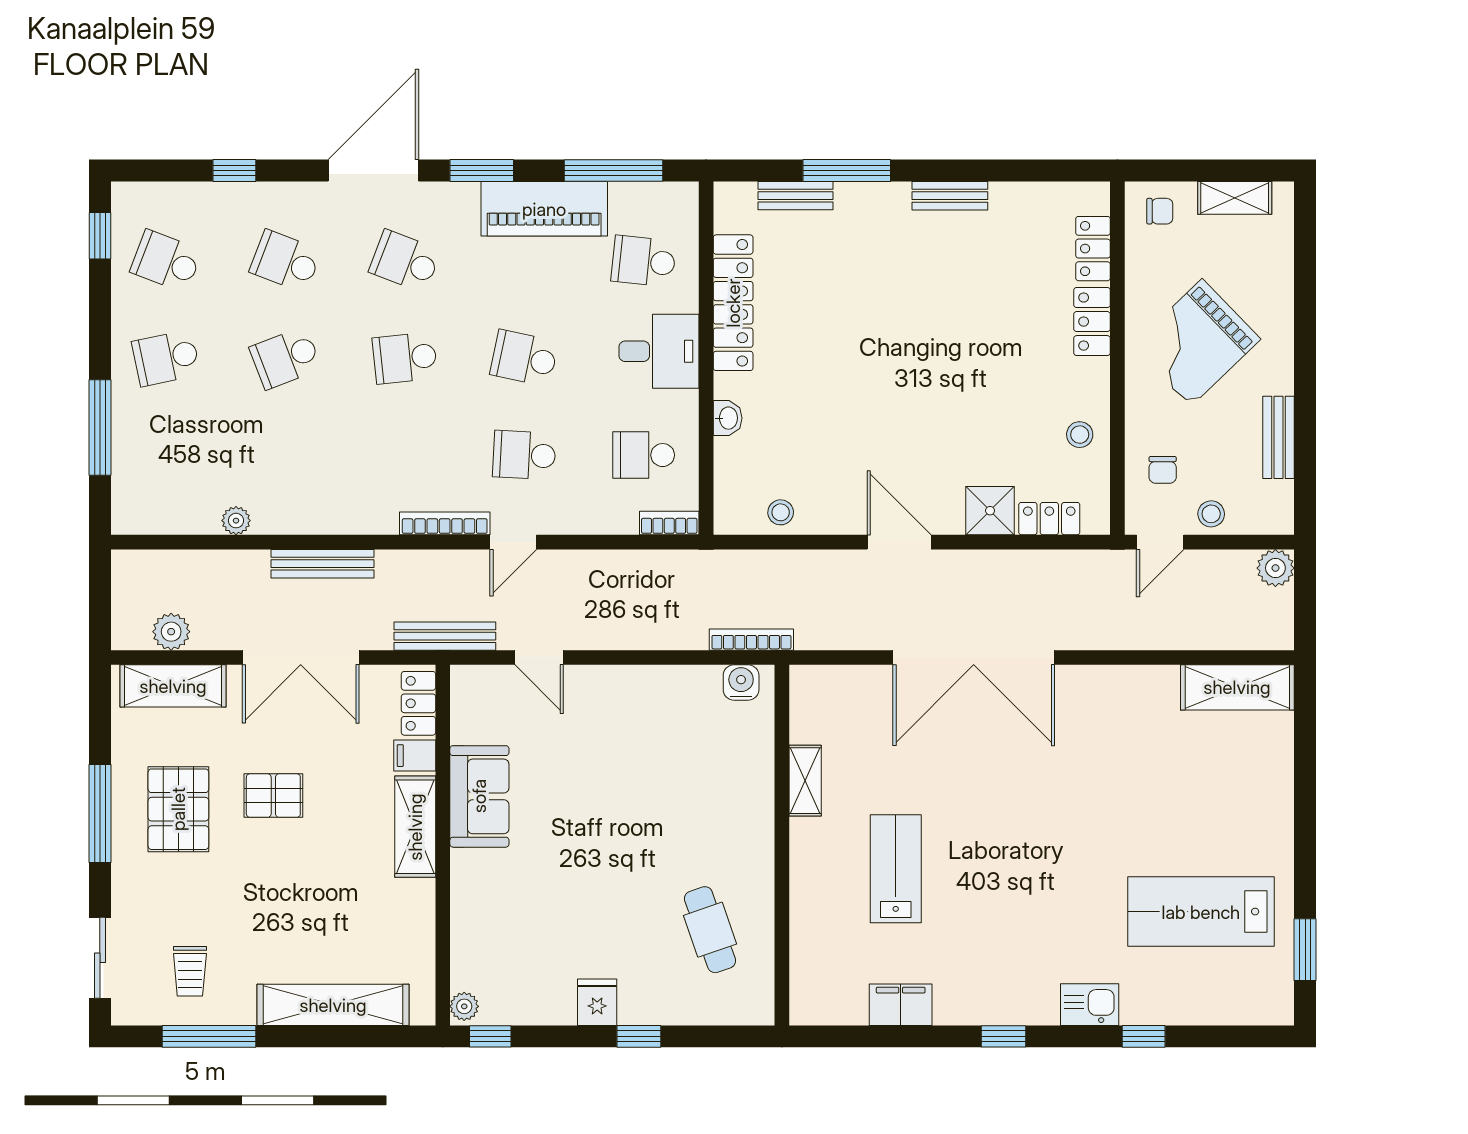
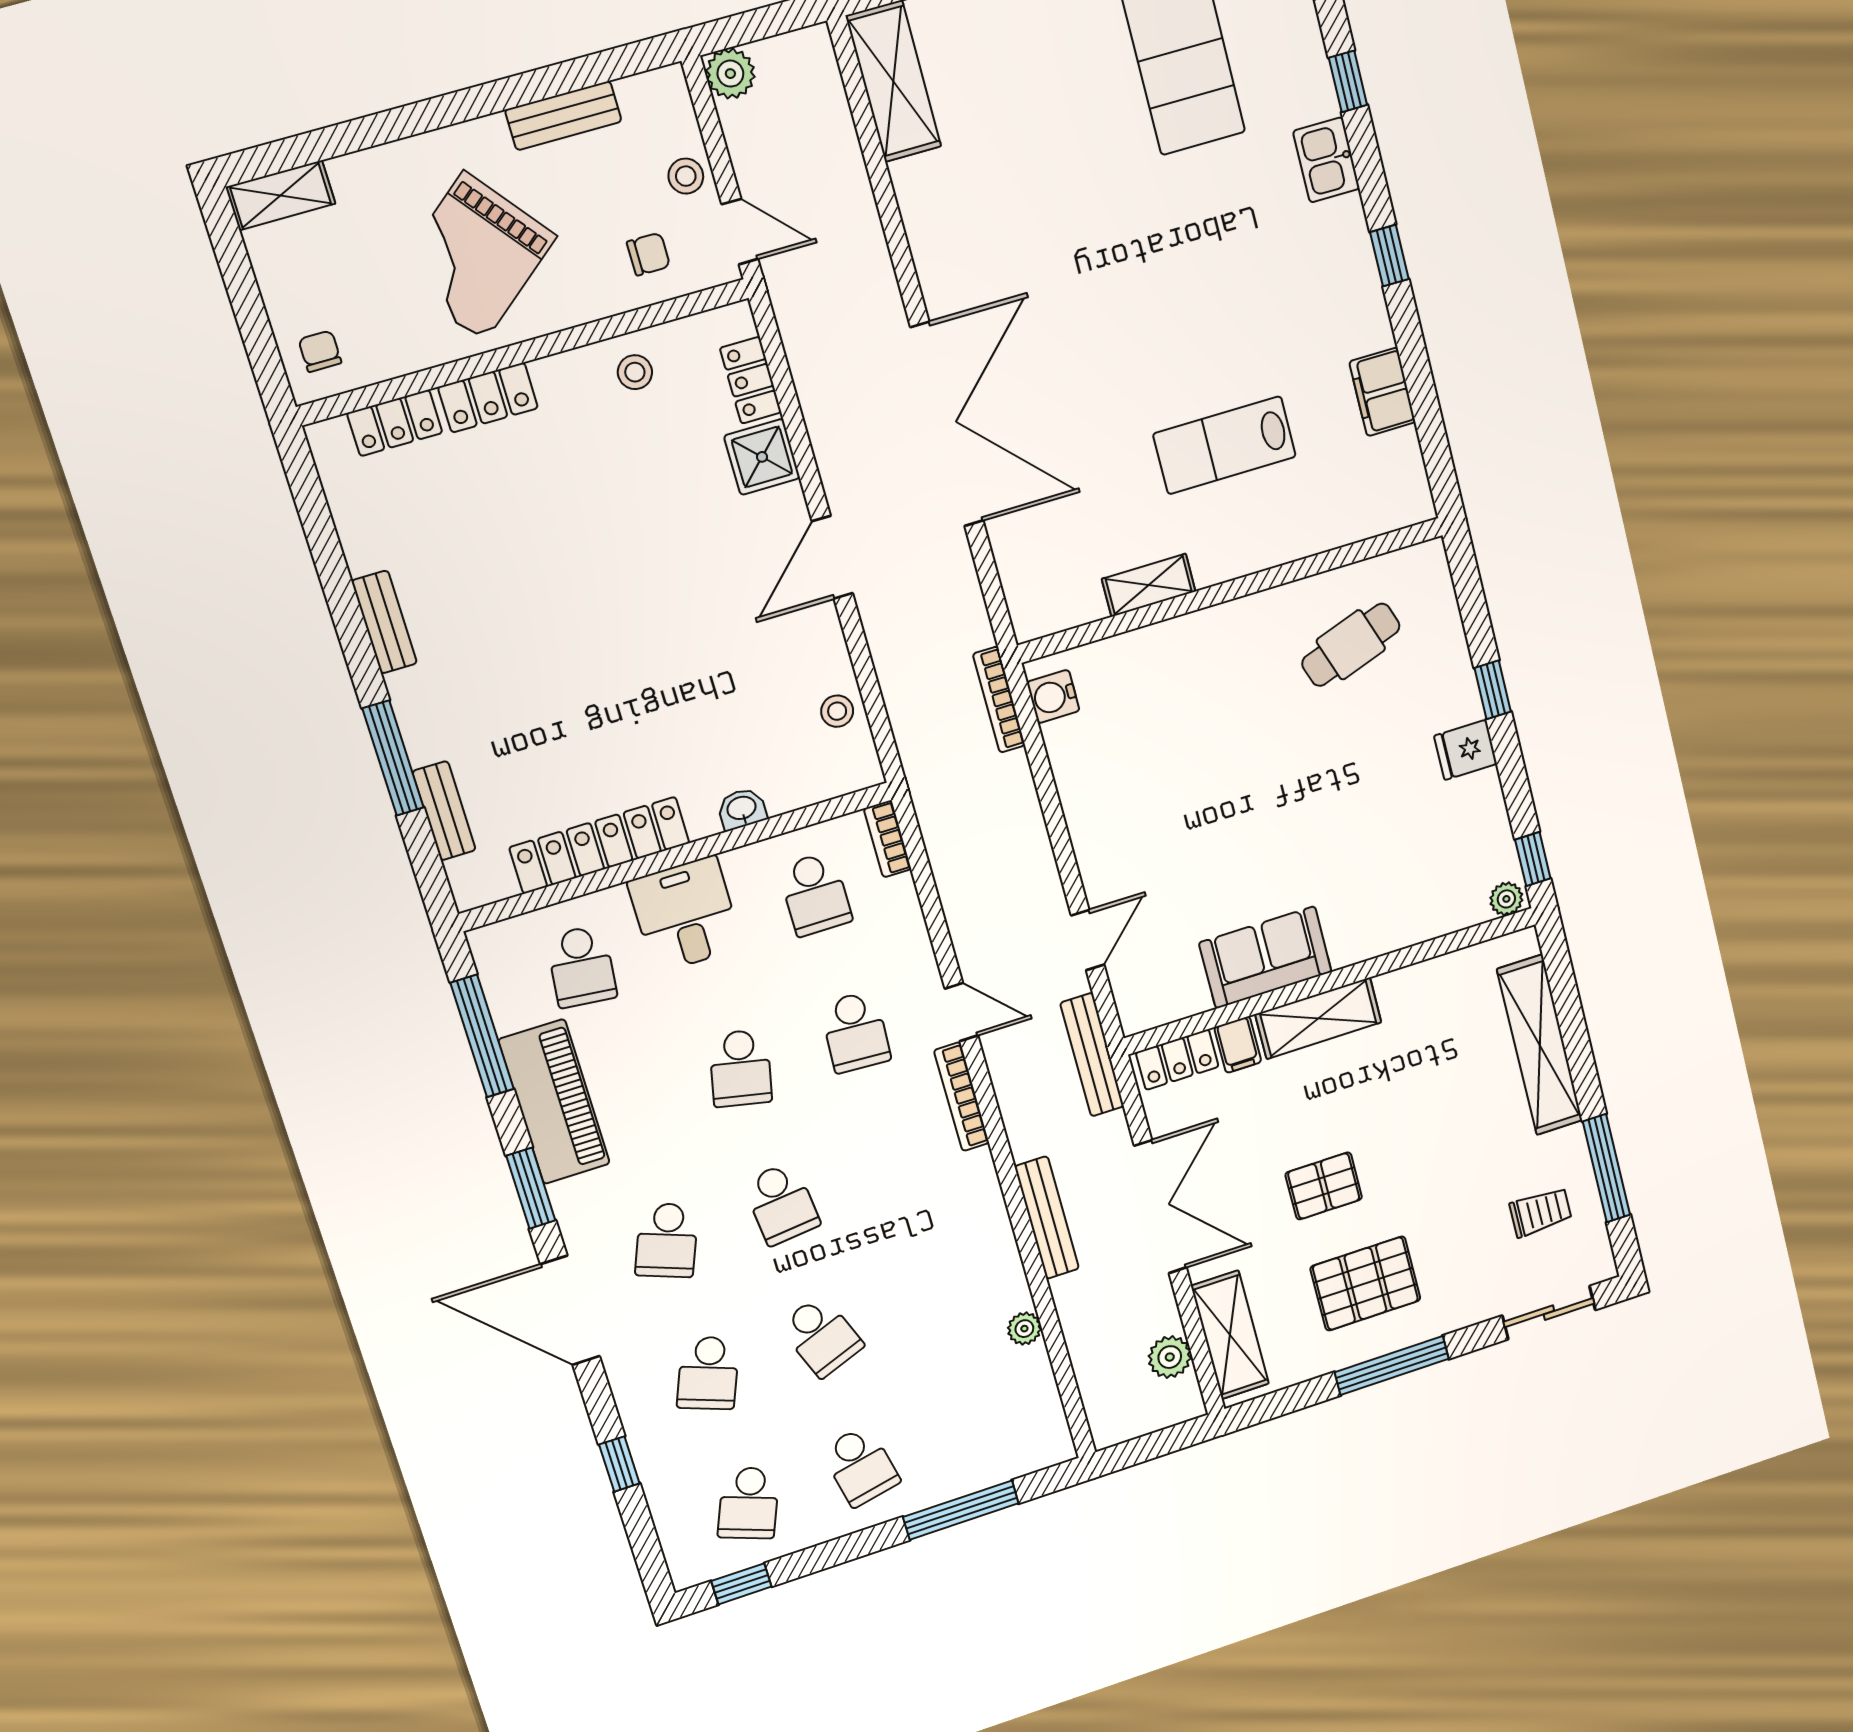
shelving: (1235, 198) -> (281, 195), moved, turned 90
grand piano: (1196, 343) -> (474, 256), turned 95
pallet: (273, 796) -> (1324, 1186), turned 90

